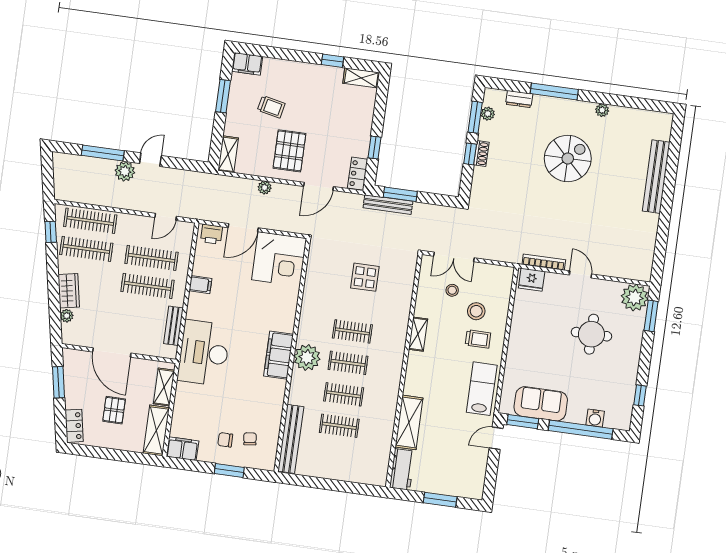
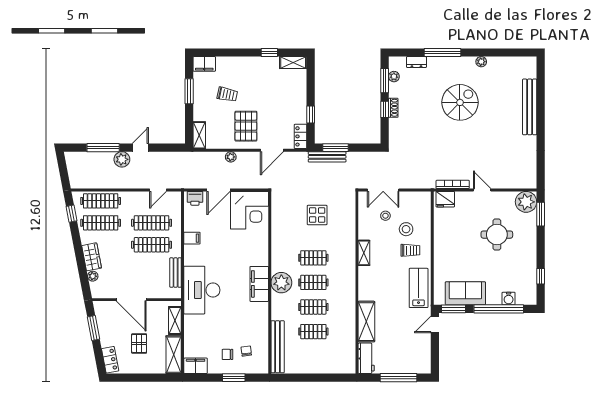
window: (440, 500) -> (399, 378), width x1.44

